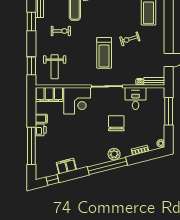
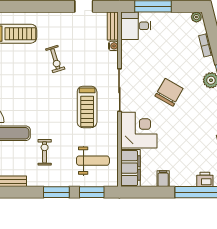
window: (31, 22) -> (56, 192), moved
treadmill: (104, 53) -> (87, 107), moved, turned 90
desk: (136, 98) -> (136, 26), moved
chair: (116, 123) -> (169, 92), moved, turned 120
printer: (41, 130) -> (205, 179), moved

